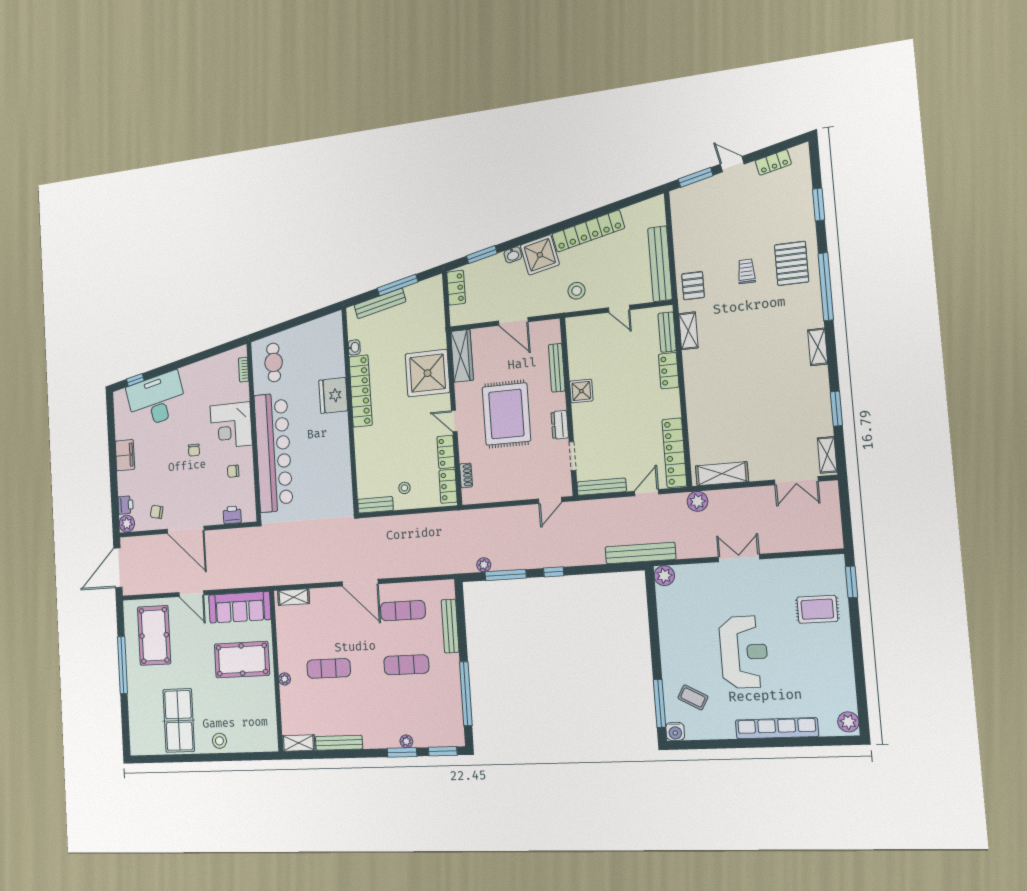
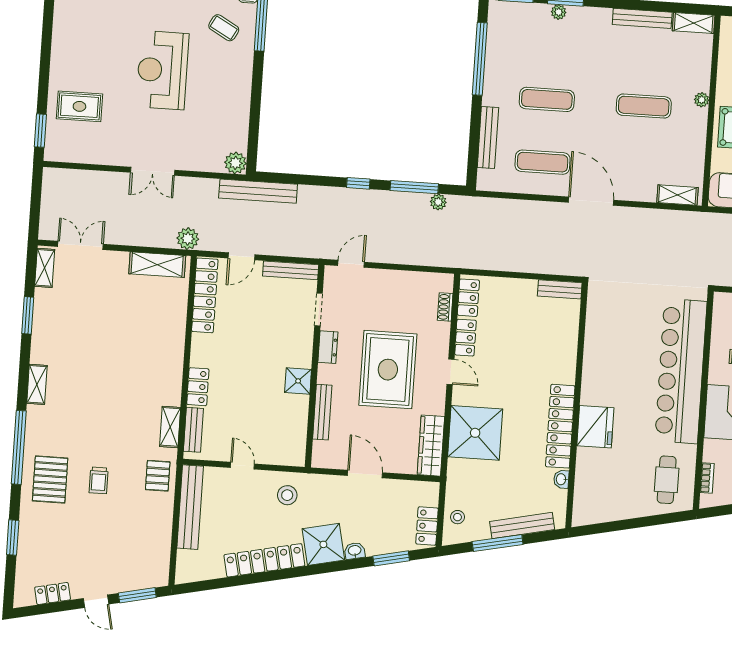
stool: (404, 488) -> (457, 517), moved

